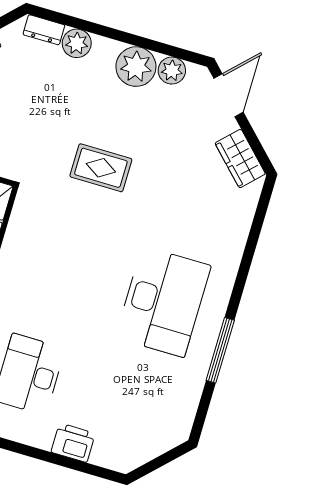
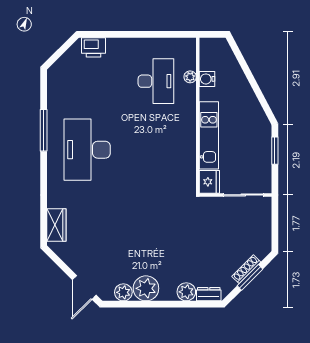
wardrobe: (240, 158) -> (56, 225), moved, turned 45
rug: (101, 168) -> (149, 220), removed
printer: (73, 443) -> (93, 47), moved

